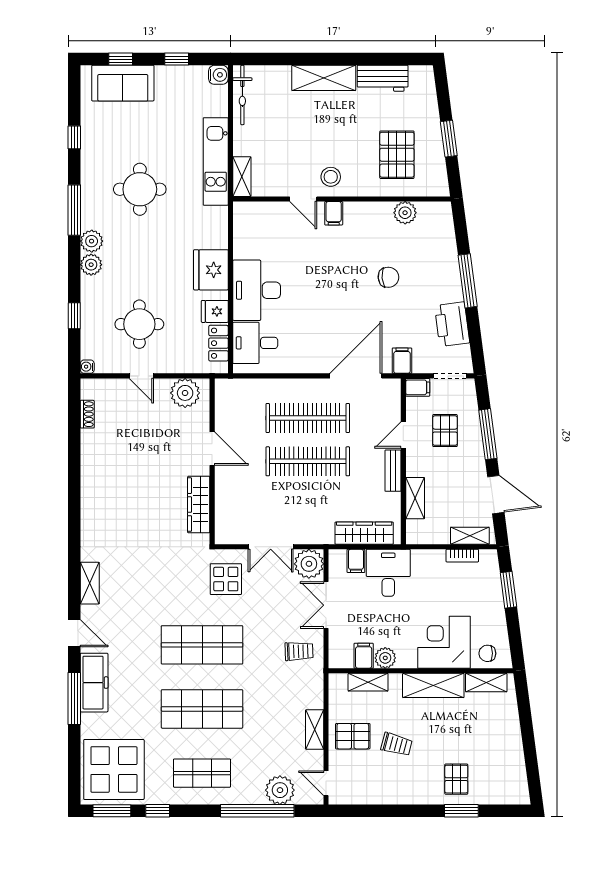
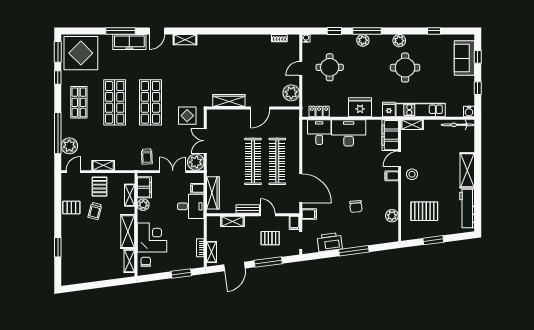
workbench: (383, 78) -> (467, 209), width x1.38
window: (74, 210) -> (367, 31), moved
filing cabinet: (261, 216) -> (390, 135), added
plant: (92, 241) -> (399, 41), moved
fridge: (215, 311) -> (389, 109), moved
filing cabinet: (364, 656) -> (144, 187), width x2.00
pallet: (456, 779) -> (71, 207), moved

